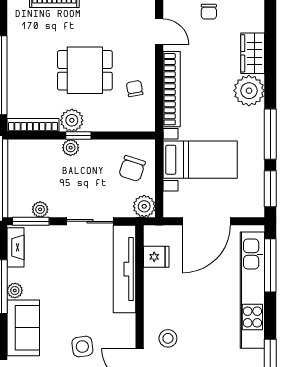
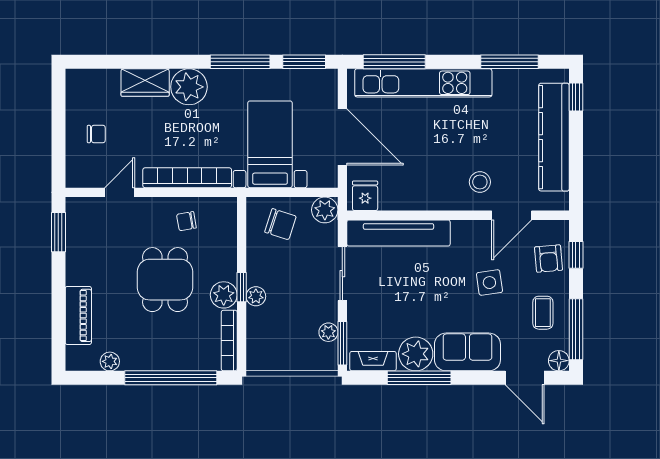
plant: (15, 23) -> (110, 361), added
fridge: (156, 257) -> (365, 196), moved
plant: (15, 290) -> (416, 354), width x1.87, depth x1.87

